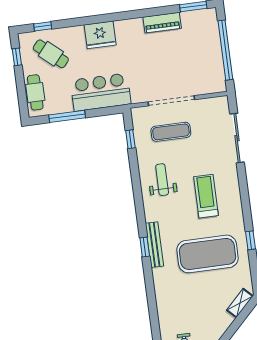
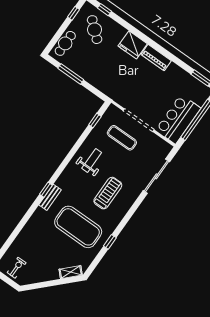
piano: (162, 23) -> (156, 58), moved
bar counter: (101, 92) -> (178, 119), moved, turned -90
bench: (154, 245) -> (50, 197), width x0.73

